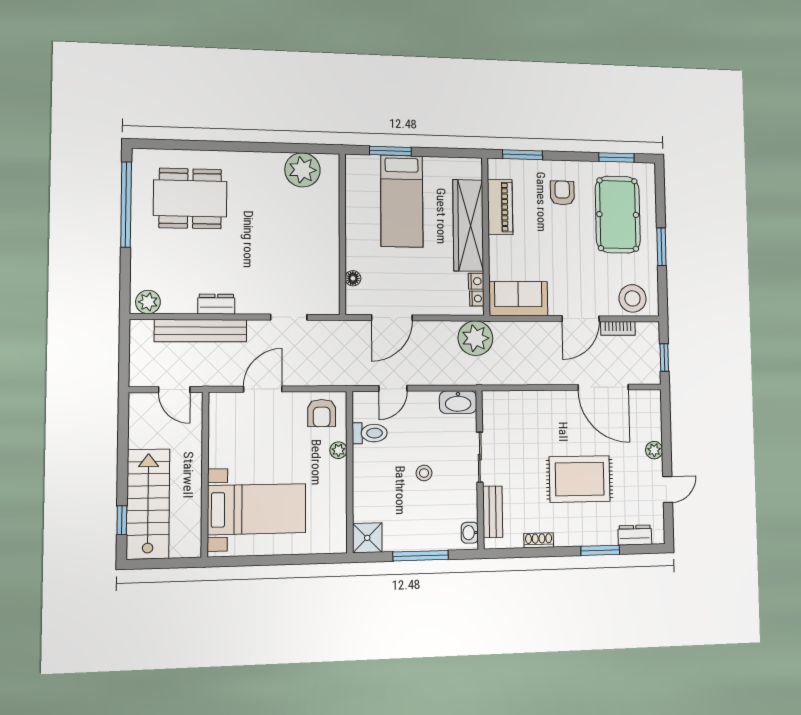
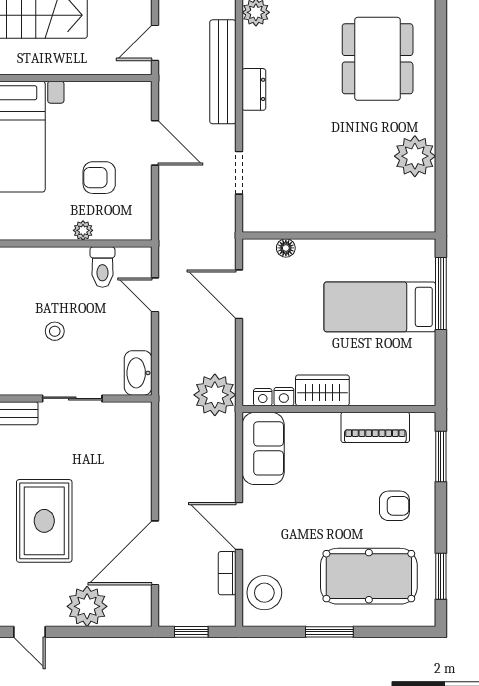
window: (390, 151) -> (441, 294), width x1.44
plant: (302, 170) -> (415, 156), moved
wardrobe: (468, 225) -> (322, 390), width x0.48, depth x0.85
armchair: (322, 413) -> (99, 178), moved
plant: (654, 450) -> (87, 606), width x1.87, depth x1.87

